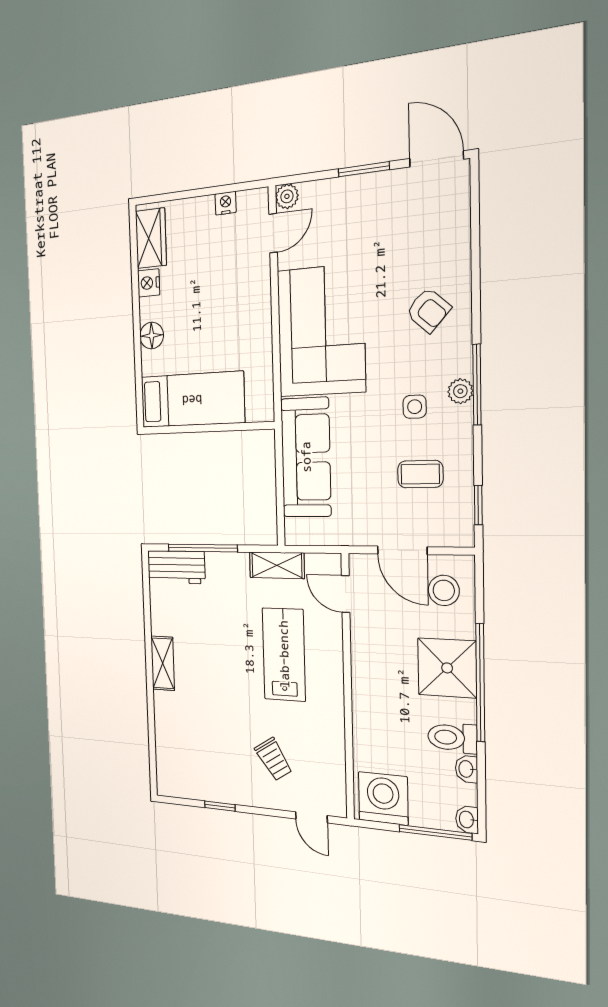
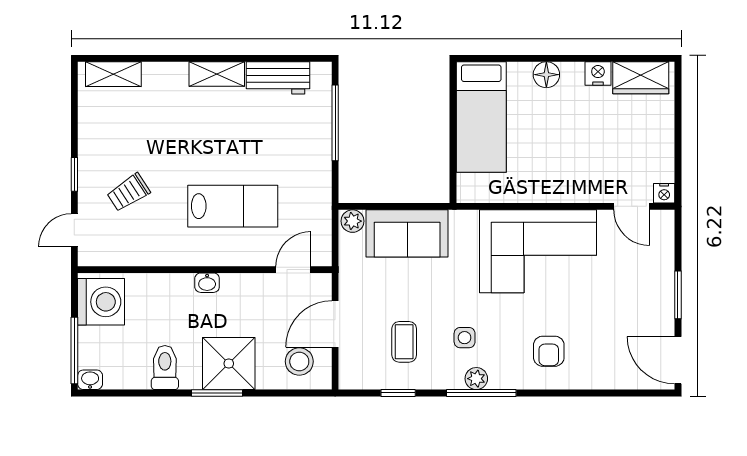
door: (436, 159) -> (678, 360), swing flipped
plant: (287, 196) -> (353, 221), moved
nightstand: (226, 203) -> (664, 193), moved, turned 90
armchair: (428, 310) -> (549, 351), turned -42
sofa: (306, 457) -> (407, 233), width x0.73
window: (478, 505) -> (398, 393), moved
shelving: (277, 565) -> (113, 74), moved, turned 90
workbench: (176, 567) -> (278, 78), moved, turned -90
window: (480, 683) -> (217, 393), width x0.47
washbasin: (467, 769) -> (207, 283), moved, turned 180
window: (220, 806) -> (74, 174), moved

